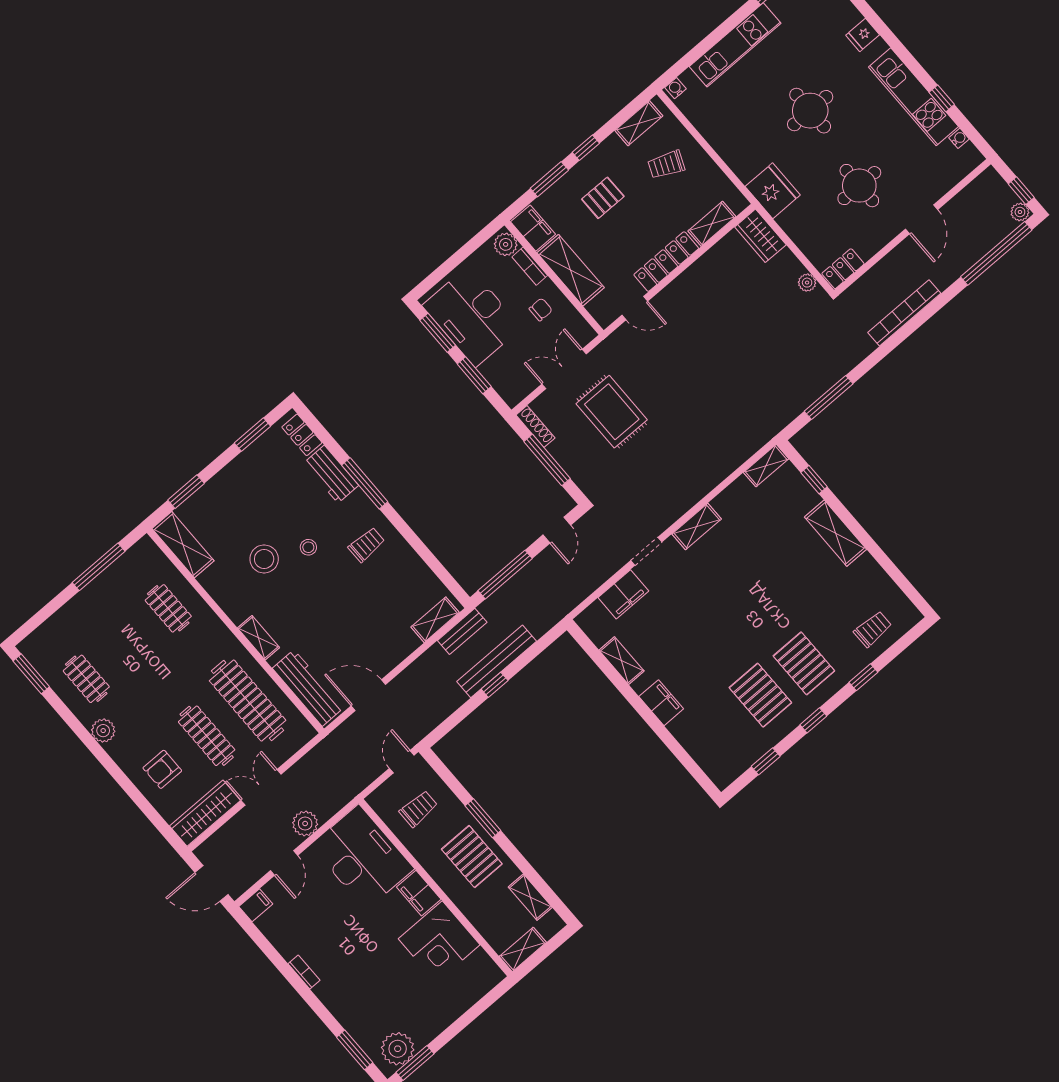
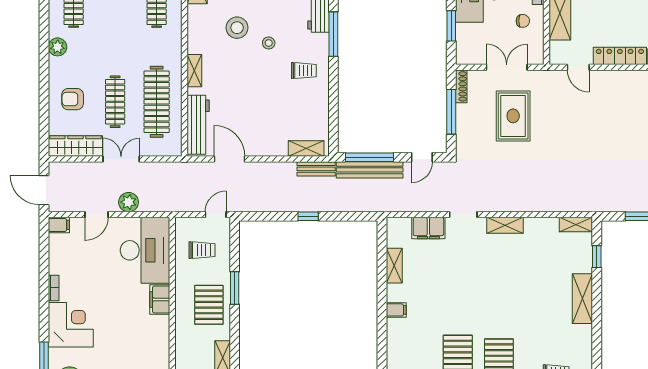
bench: (497, 661) -> (370, 170), moved
filing cabinet: (661, 703) -> (396, 310), width x0.50
corner desk: (439, 942) -> (71, 325), moved, turned 180

